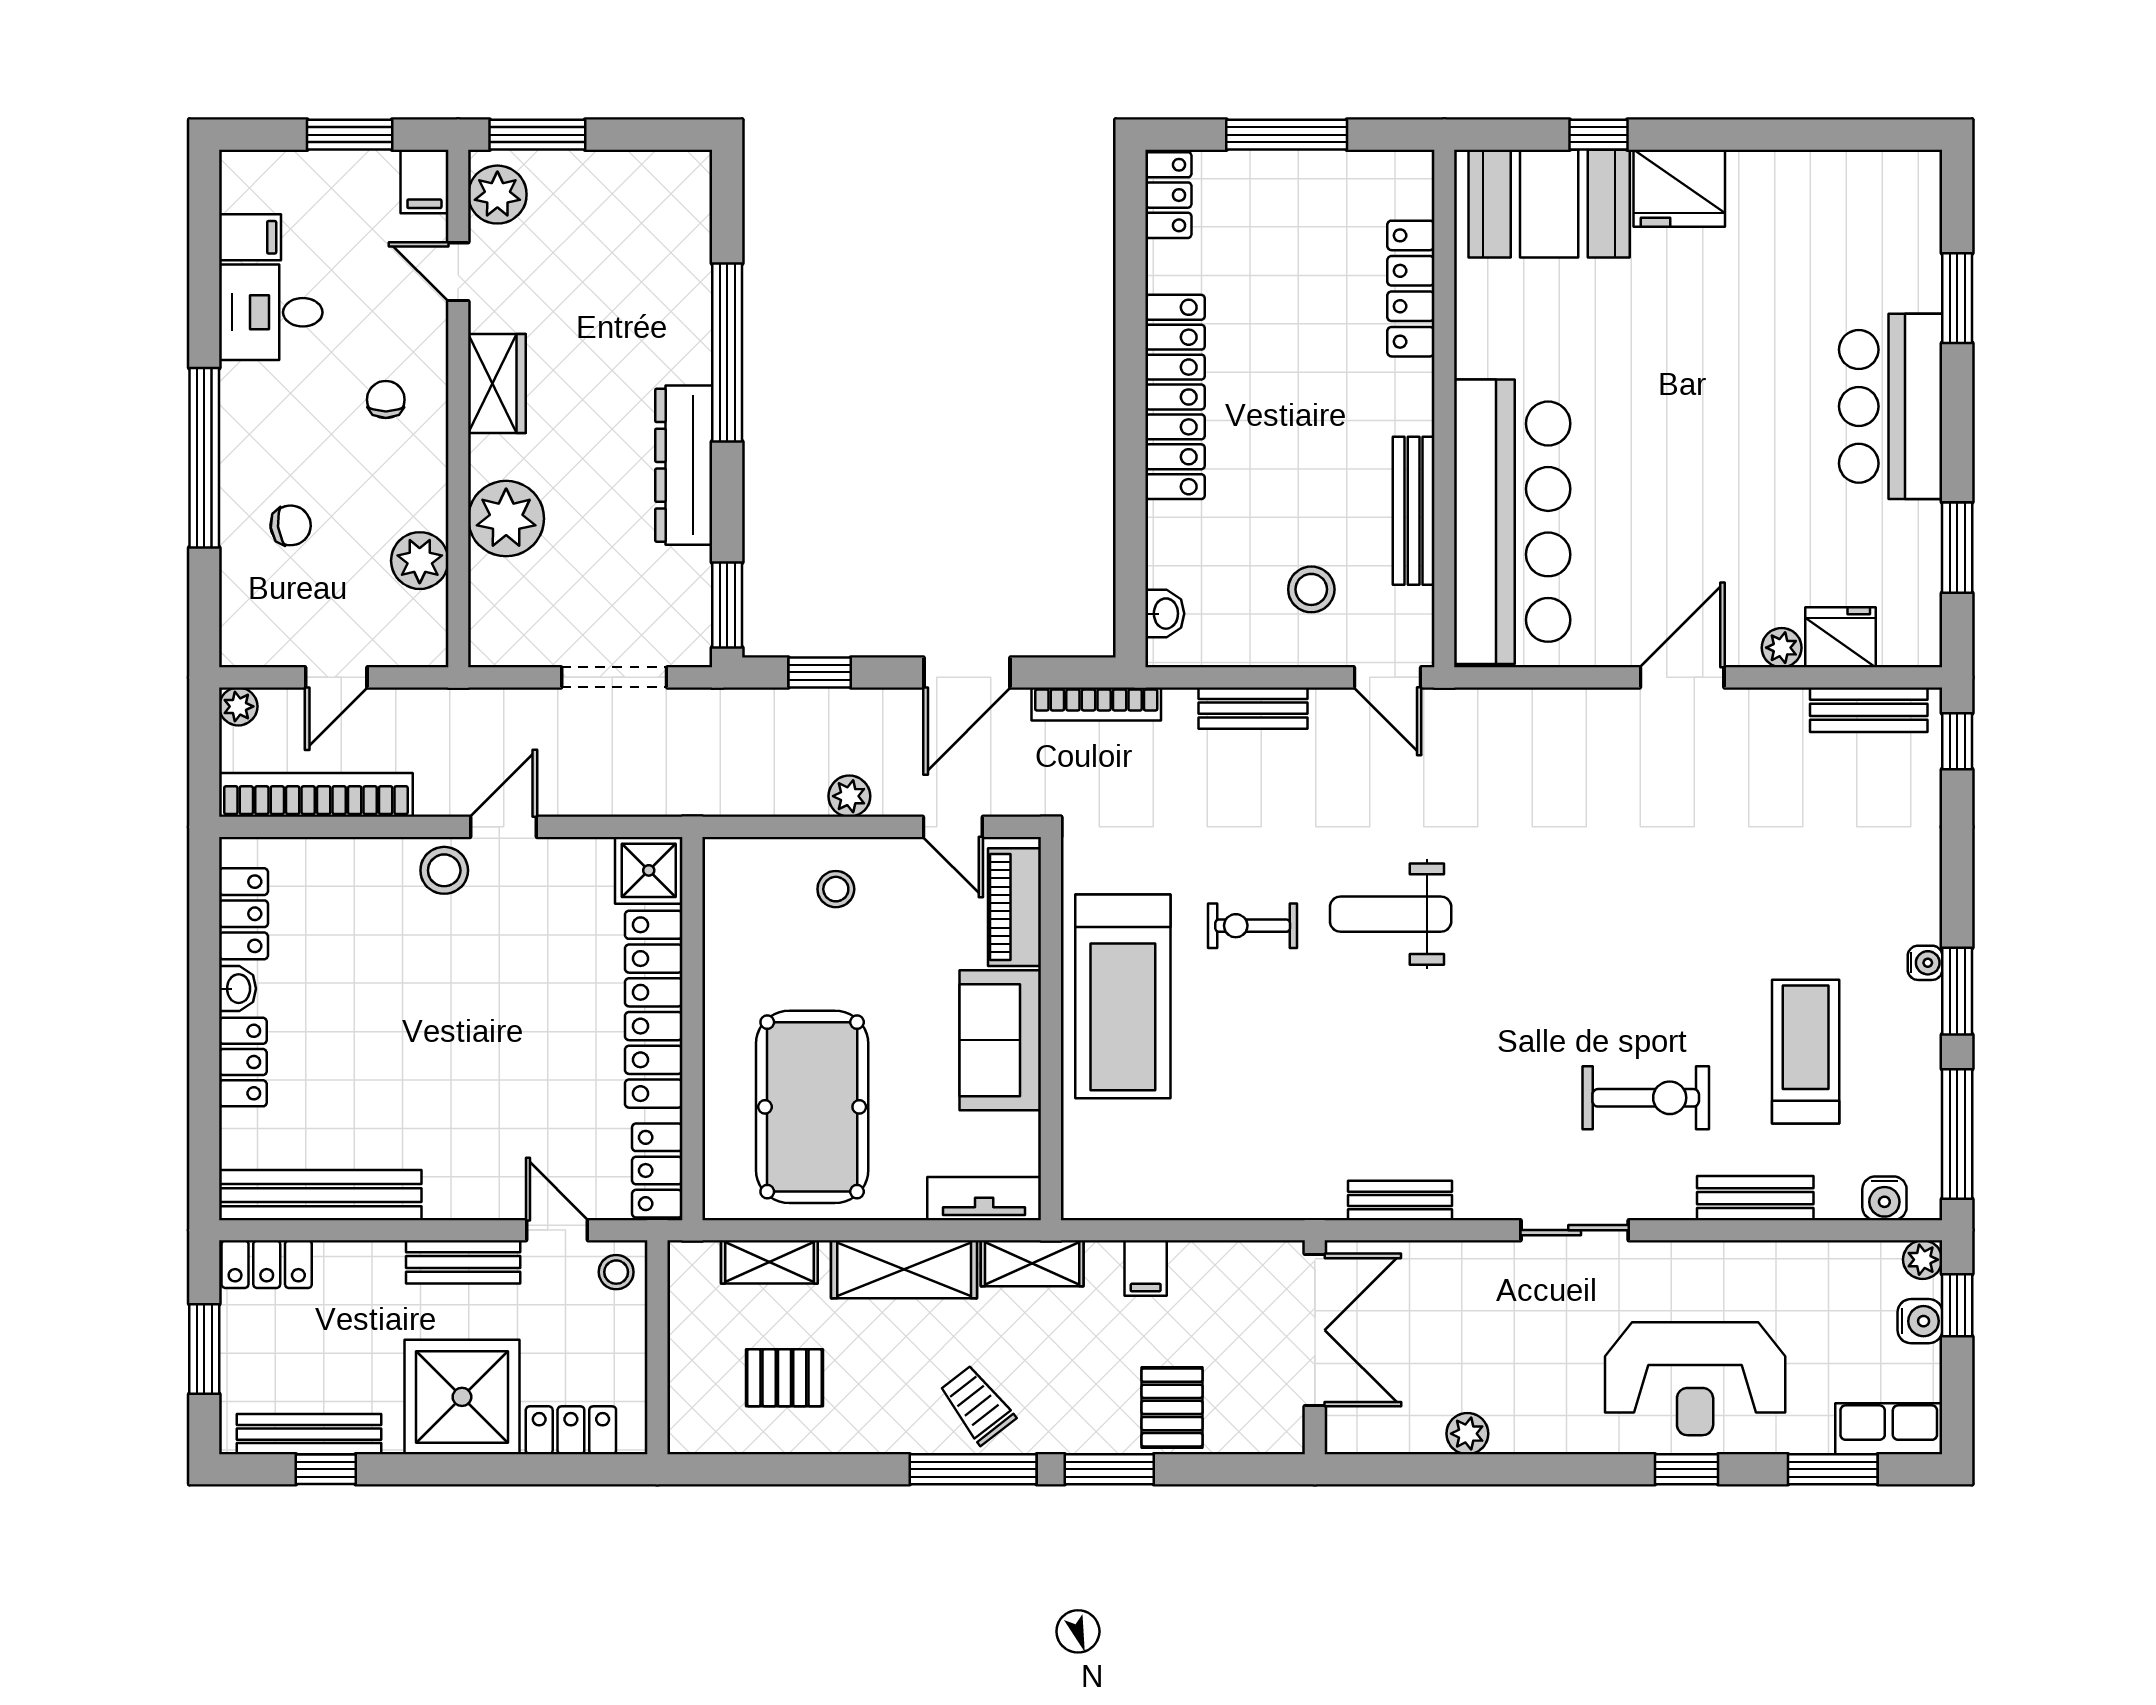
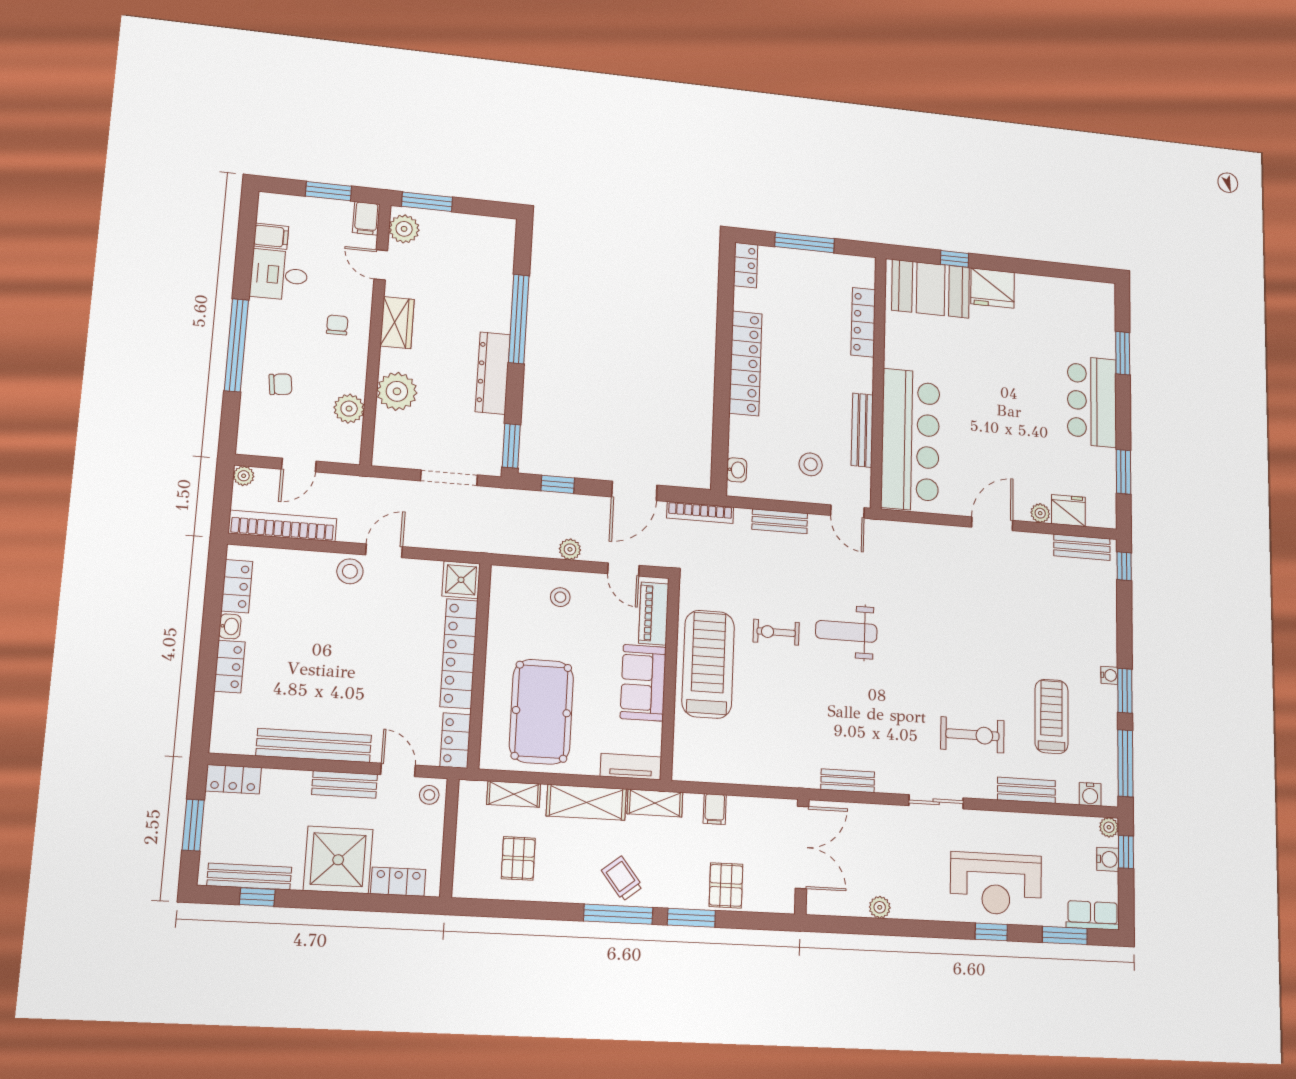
treadmill: (1123, 996) -> (708, 664), turned 180
bench: (320, 1195) -> (314, 745), moved
pallet: (784, 1378) -> (518, 858), turned 90

